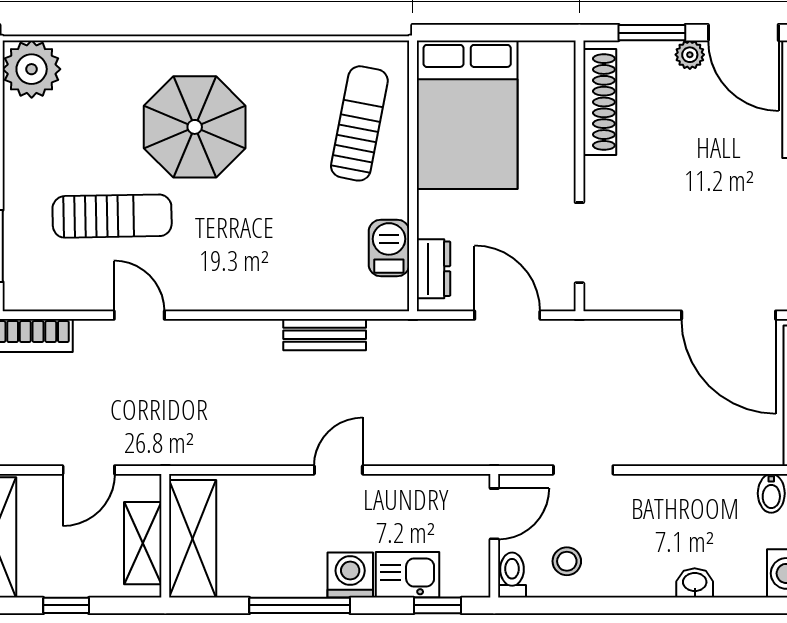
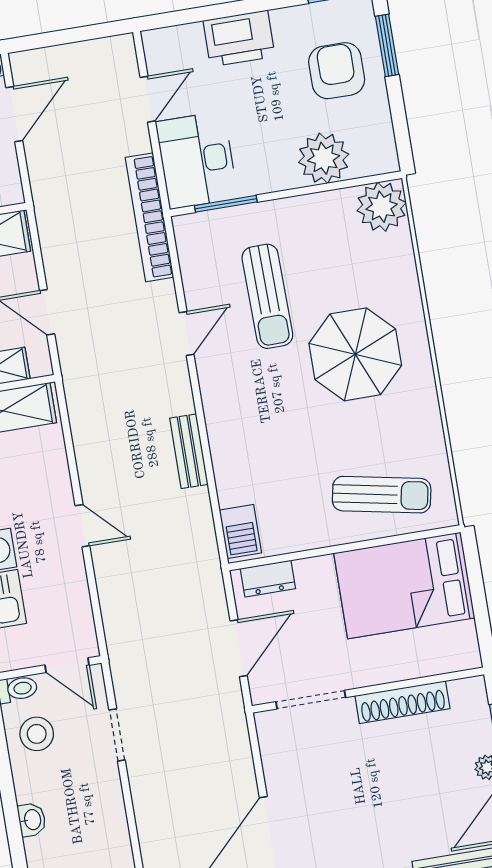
shoe rack: (600, 102) -> (402, 702), moved
barbecue: (389, 248) -> (240, 531), moved, turned 90
bench: (325, 335) -> (189, 451), moved
stool: (567, 561) -> (37, 734), width x1.37, depth x1.37
washbasin: (695, 583) -> (32, 820), moved

